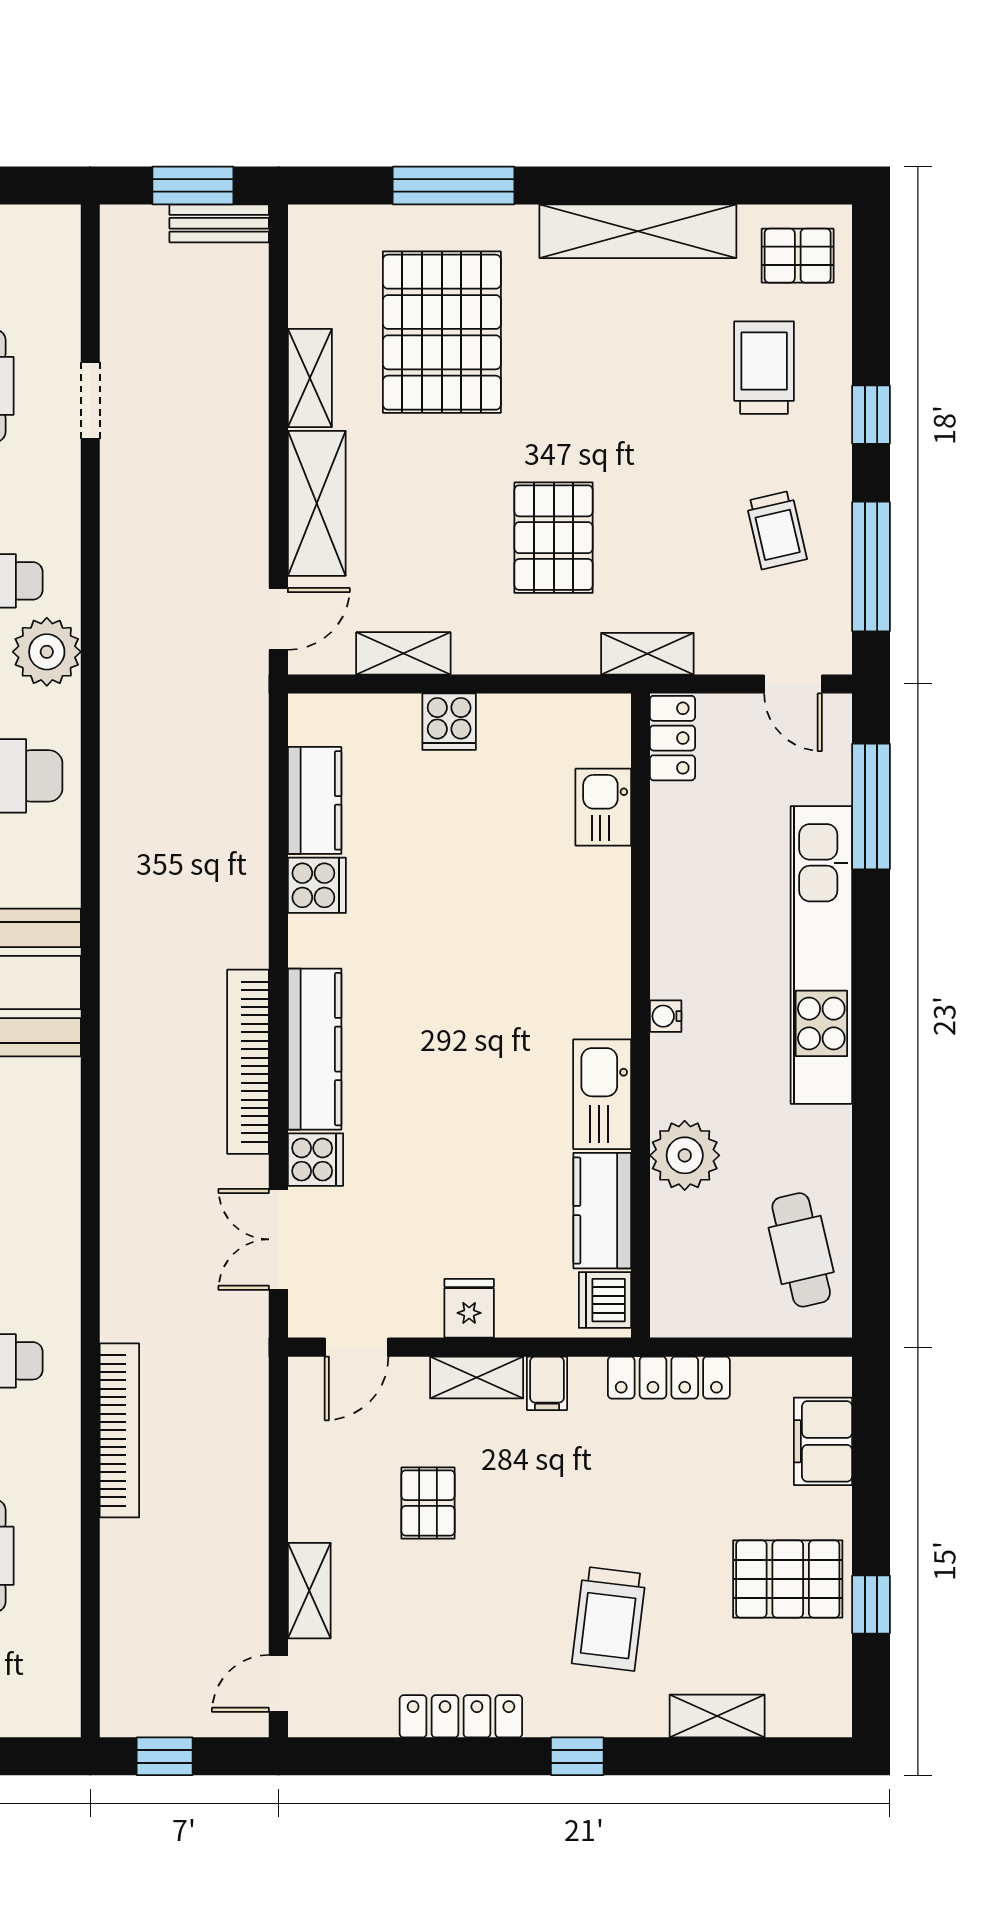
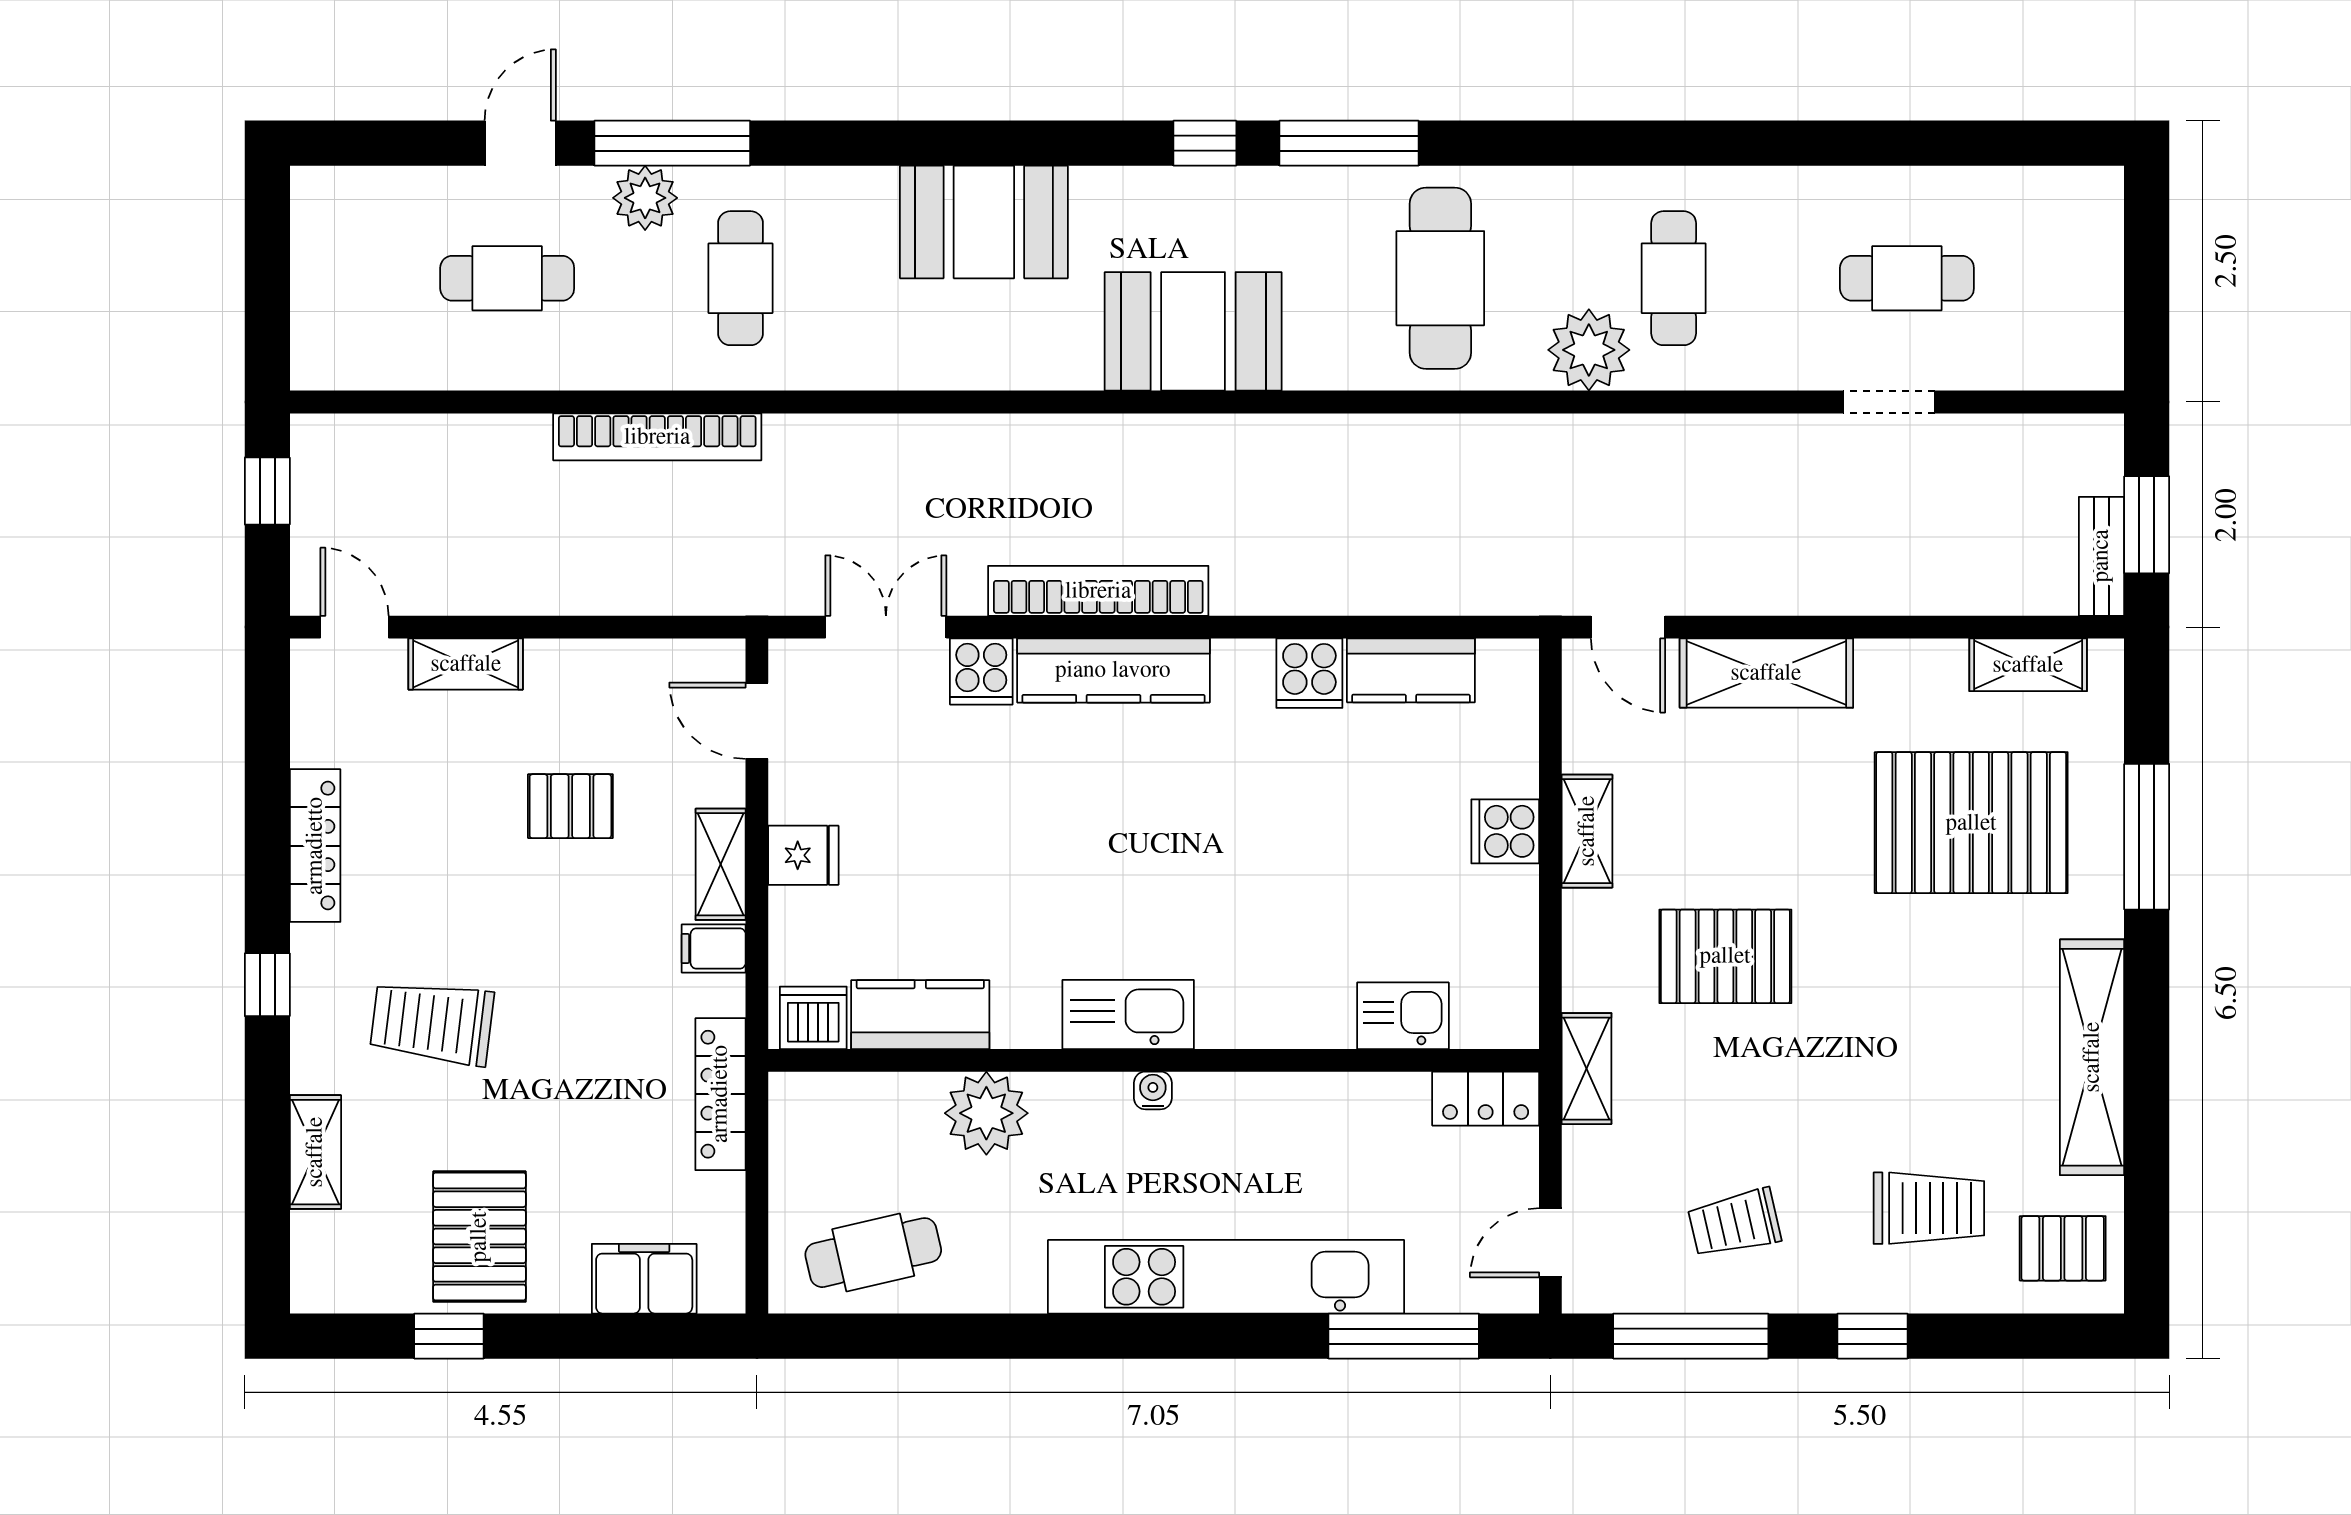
pallet: (798, 256) -> (2063, 1248), turned 90
shelving: (310, 378) -> (2028, 665), moved
shelving: (403, 653) -> (1587, 831), moved
kitchen sink: (602, 1094) -> (1128, 1014), moved

